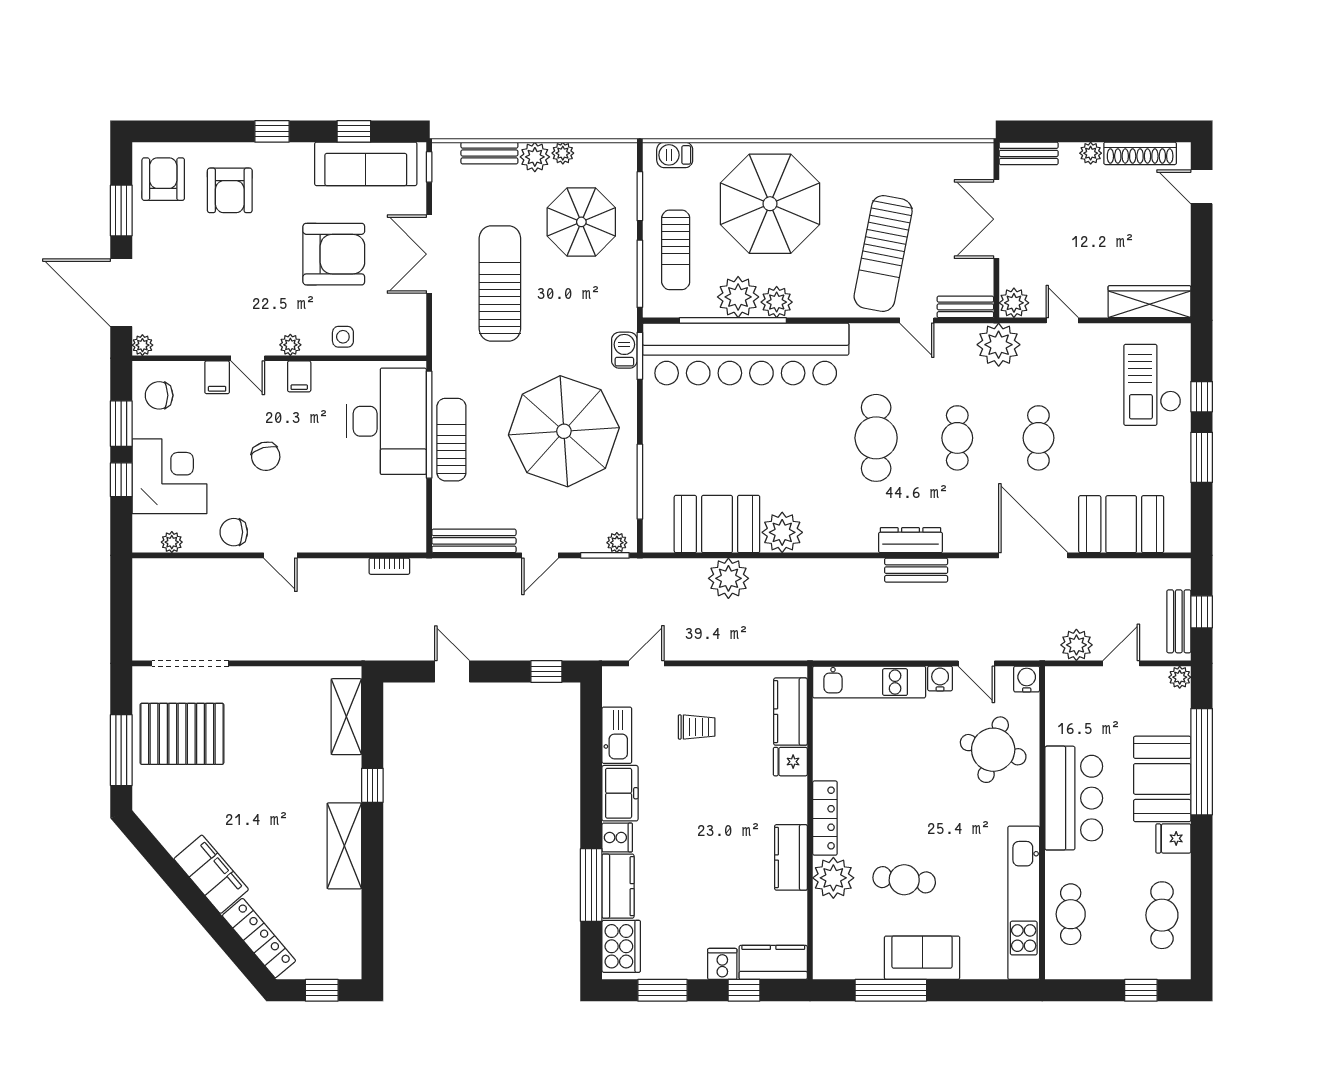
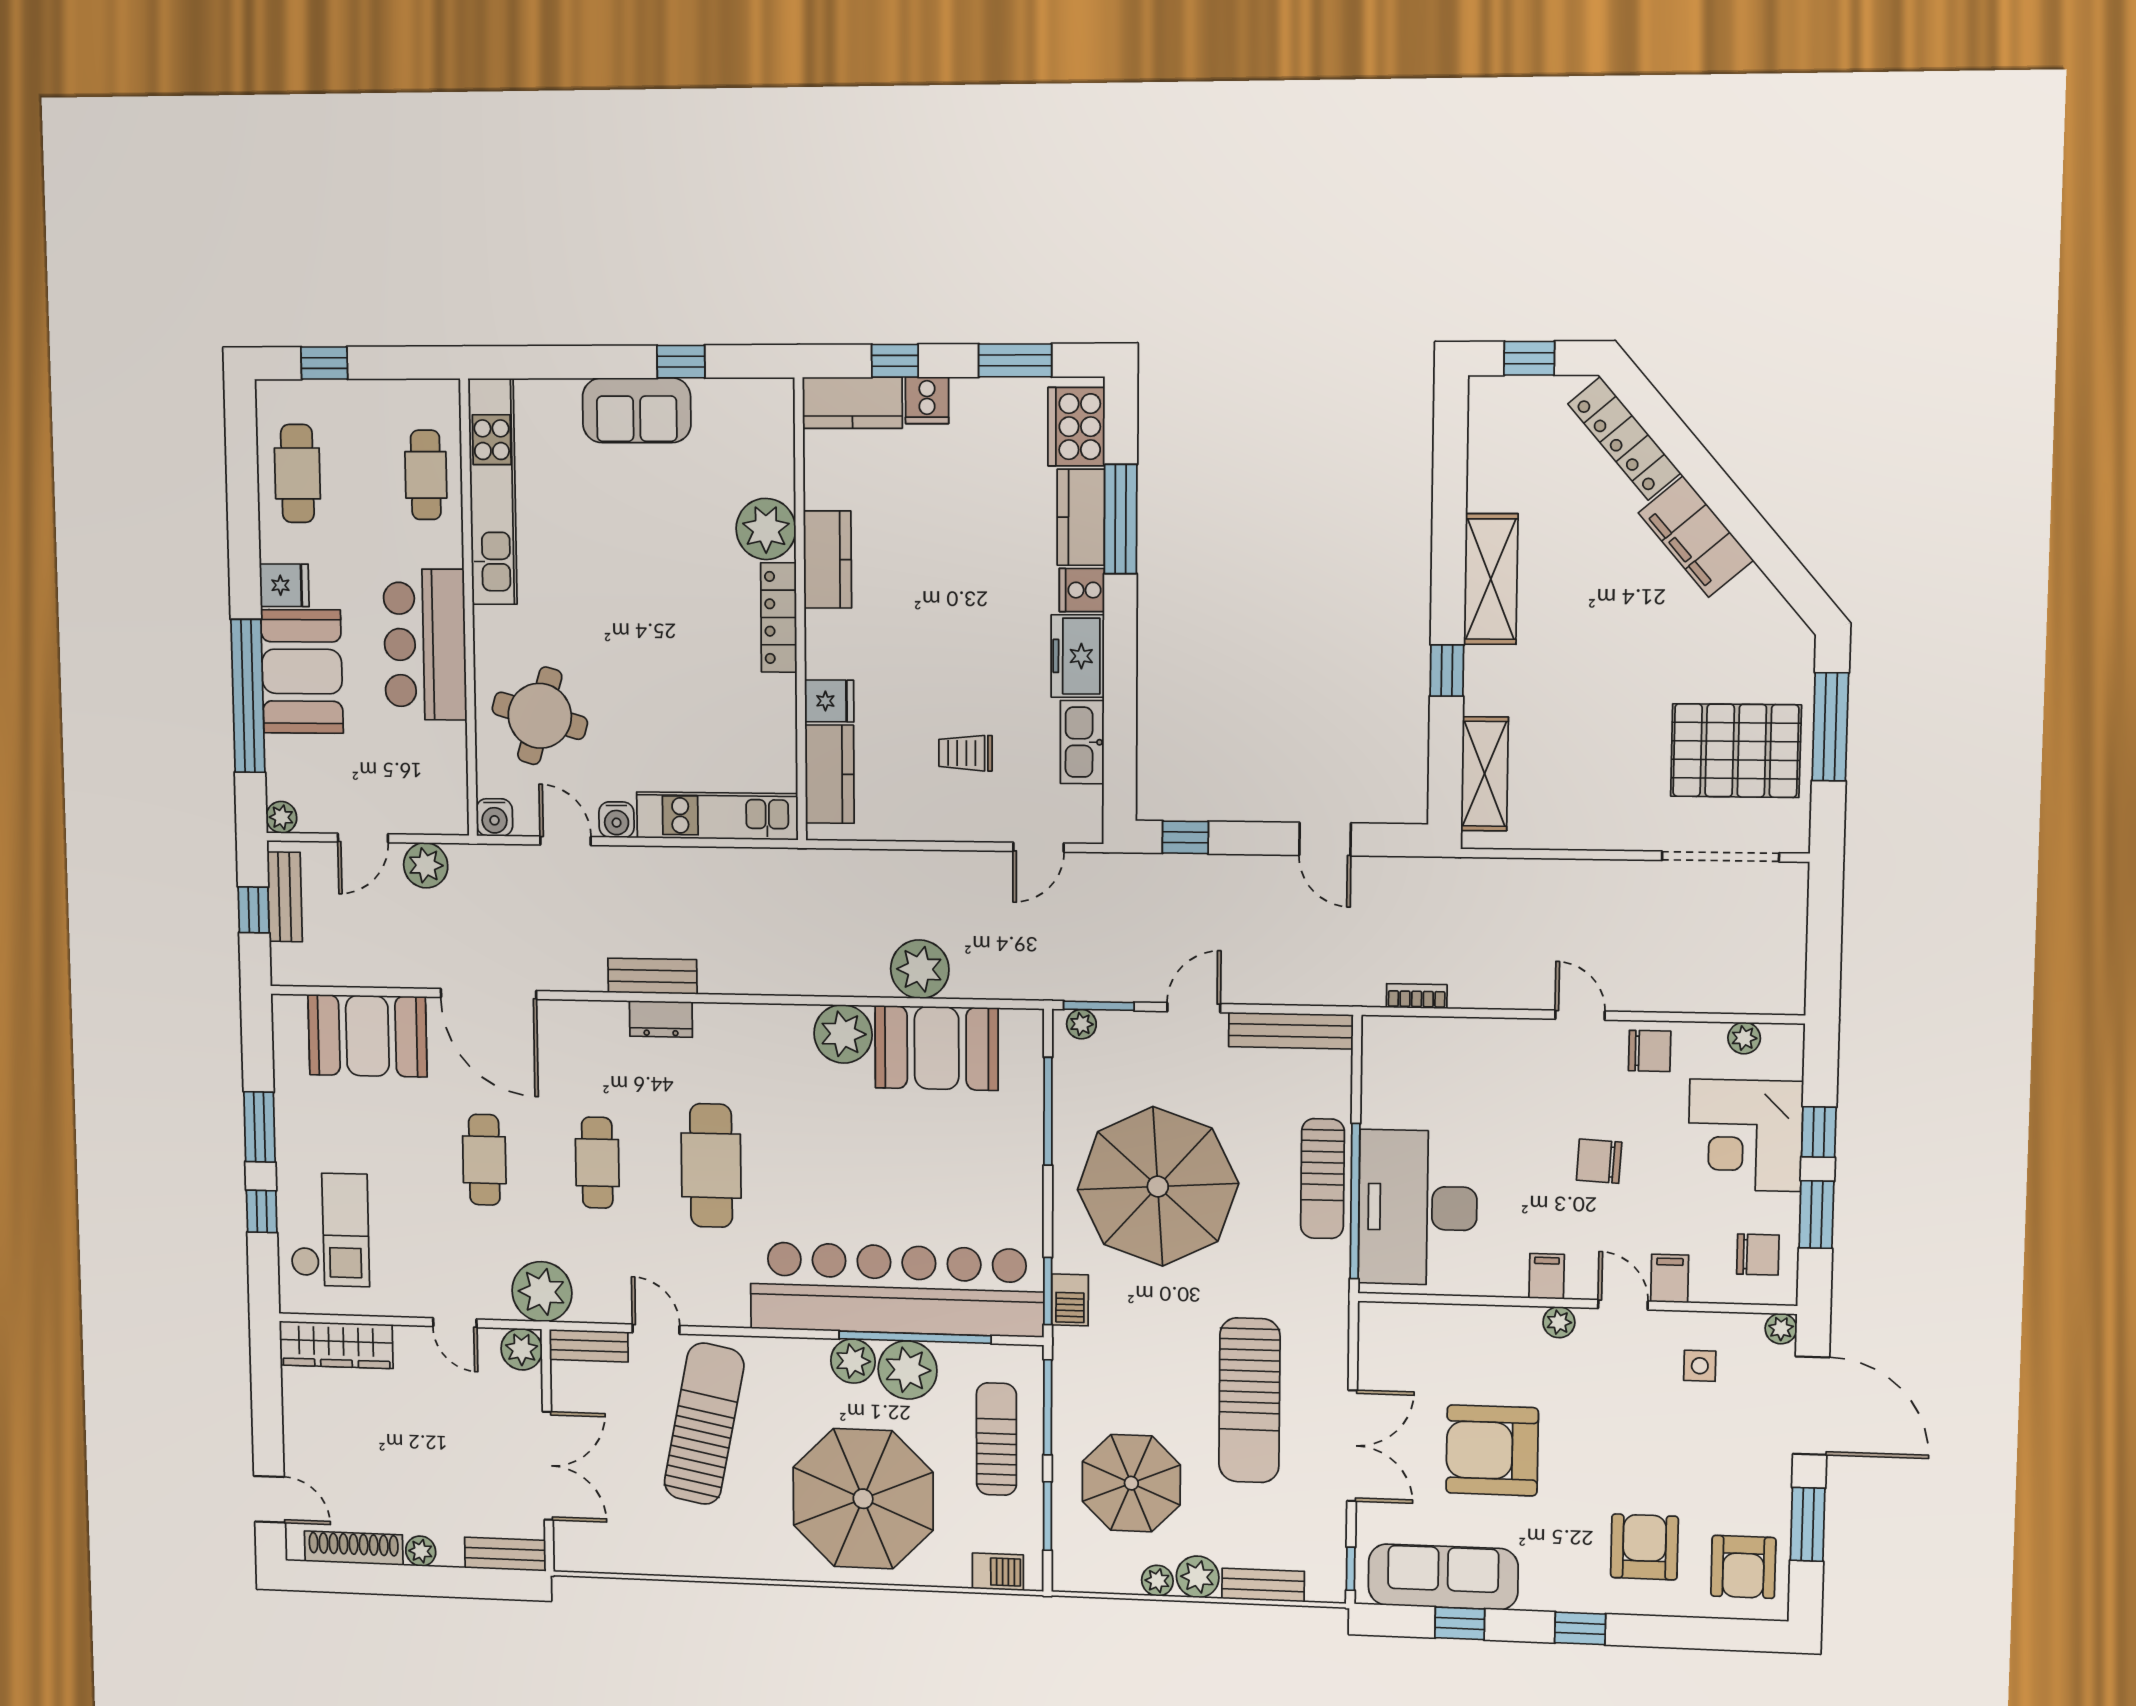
side table: (343, 337) -> (1700, 1366), moved
chair: (266, 456) -> (1599, 1161), turned -71
dresser: (911, 540) -> (661, 1019), width x0.70
cafe table: (904, 880) -> (664, 526), removed
window: (891, 990) -> (681, 362), width x0.46

